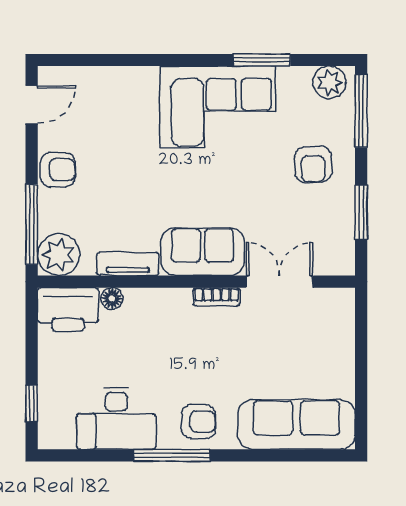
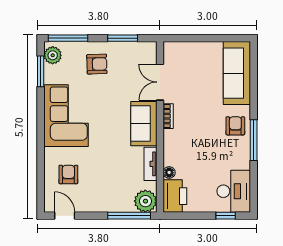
window: (262, 60) -> (41, 71), moved
armchair: (58, 170) -> (68, 174), moved
desk: (116, 418) -> (234, 191), moved

